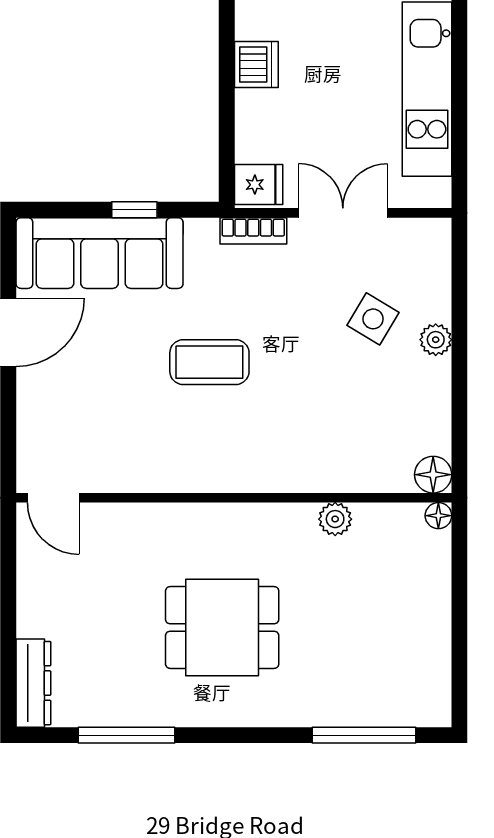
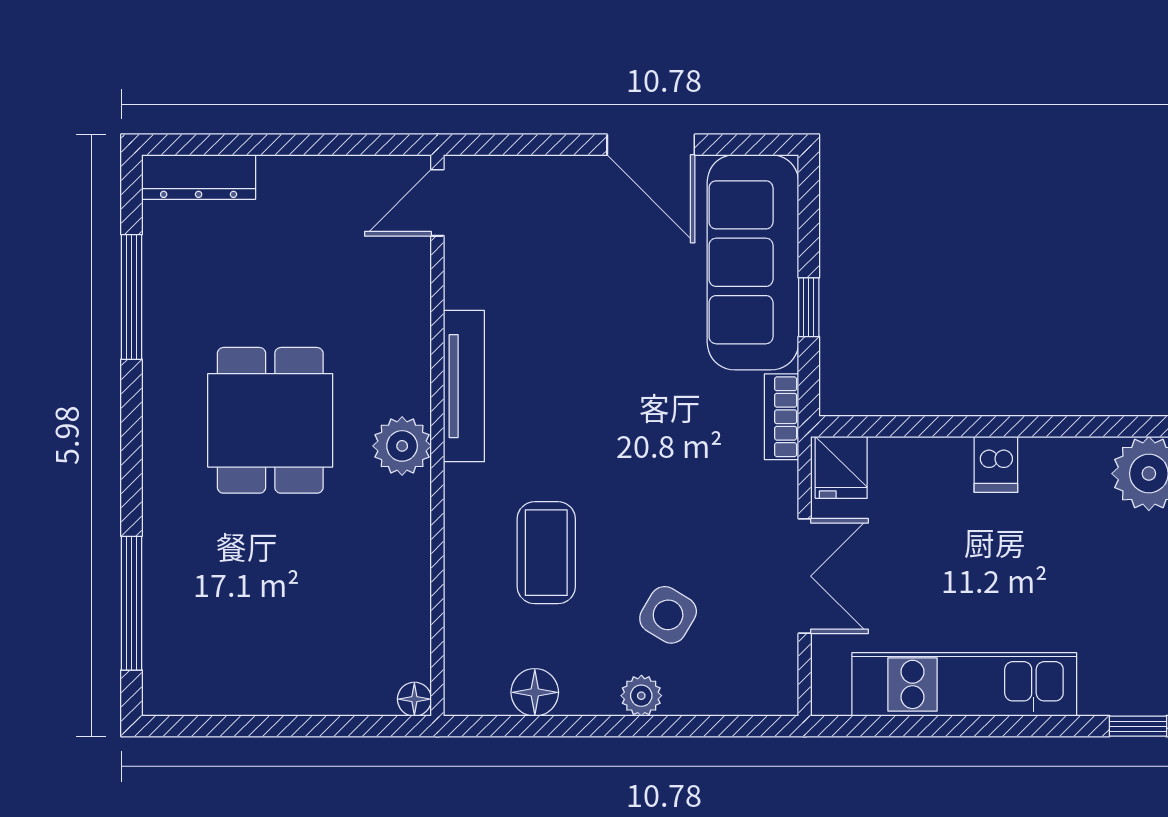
dishwasher: (256, 65) -> (996, 464), width x0.73
bookcase: (253, 231) -> (782, 417), moved
coffee table: (209, 362) -> (546, 553), moved
floor lamp: (433, 475) -> (535, 692), moved
tv unit: (196, 477) -> (464, 386), added
plant: (335, 519) -> (402, 446), moved, width x1.38, depth x1.38

